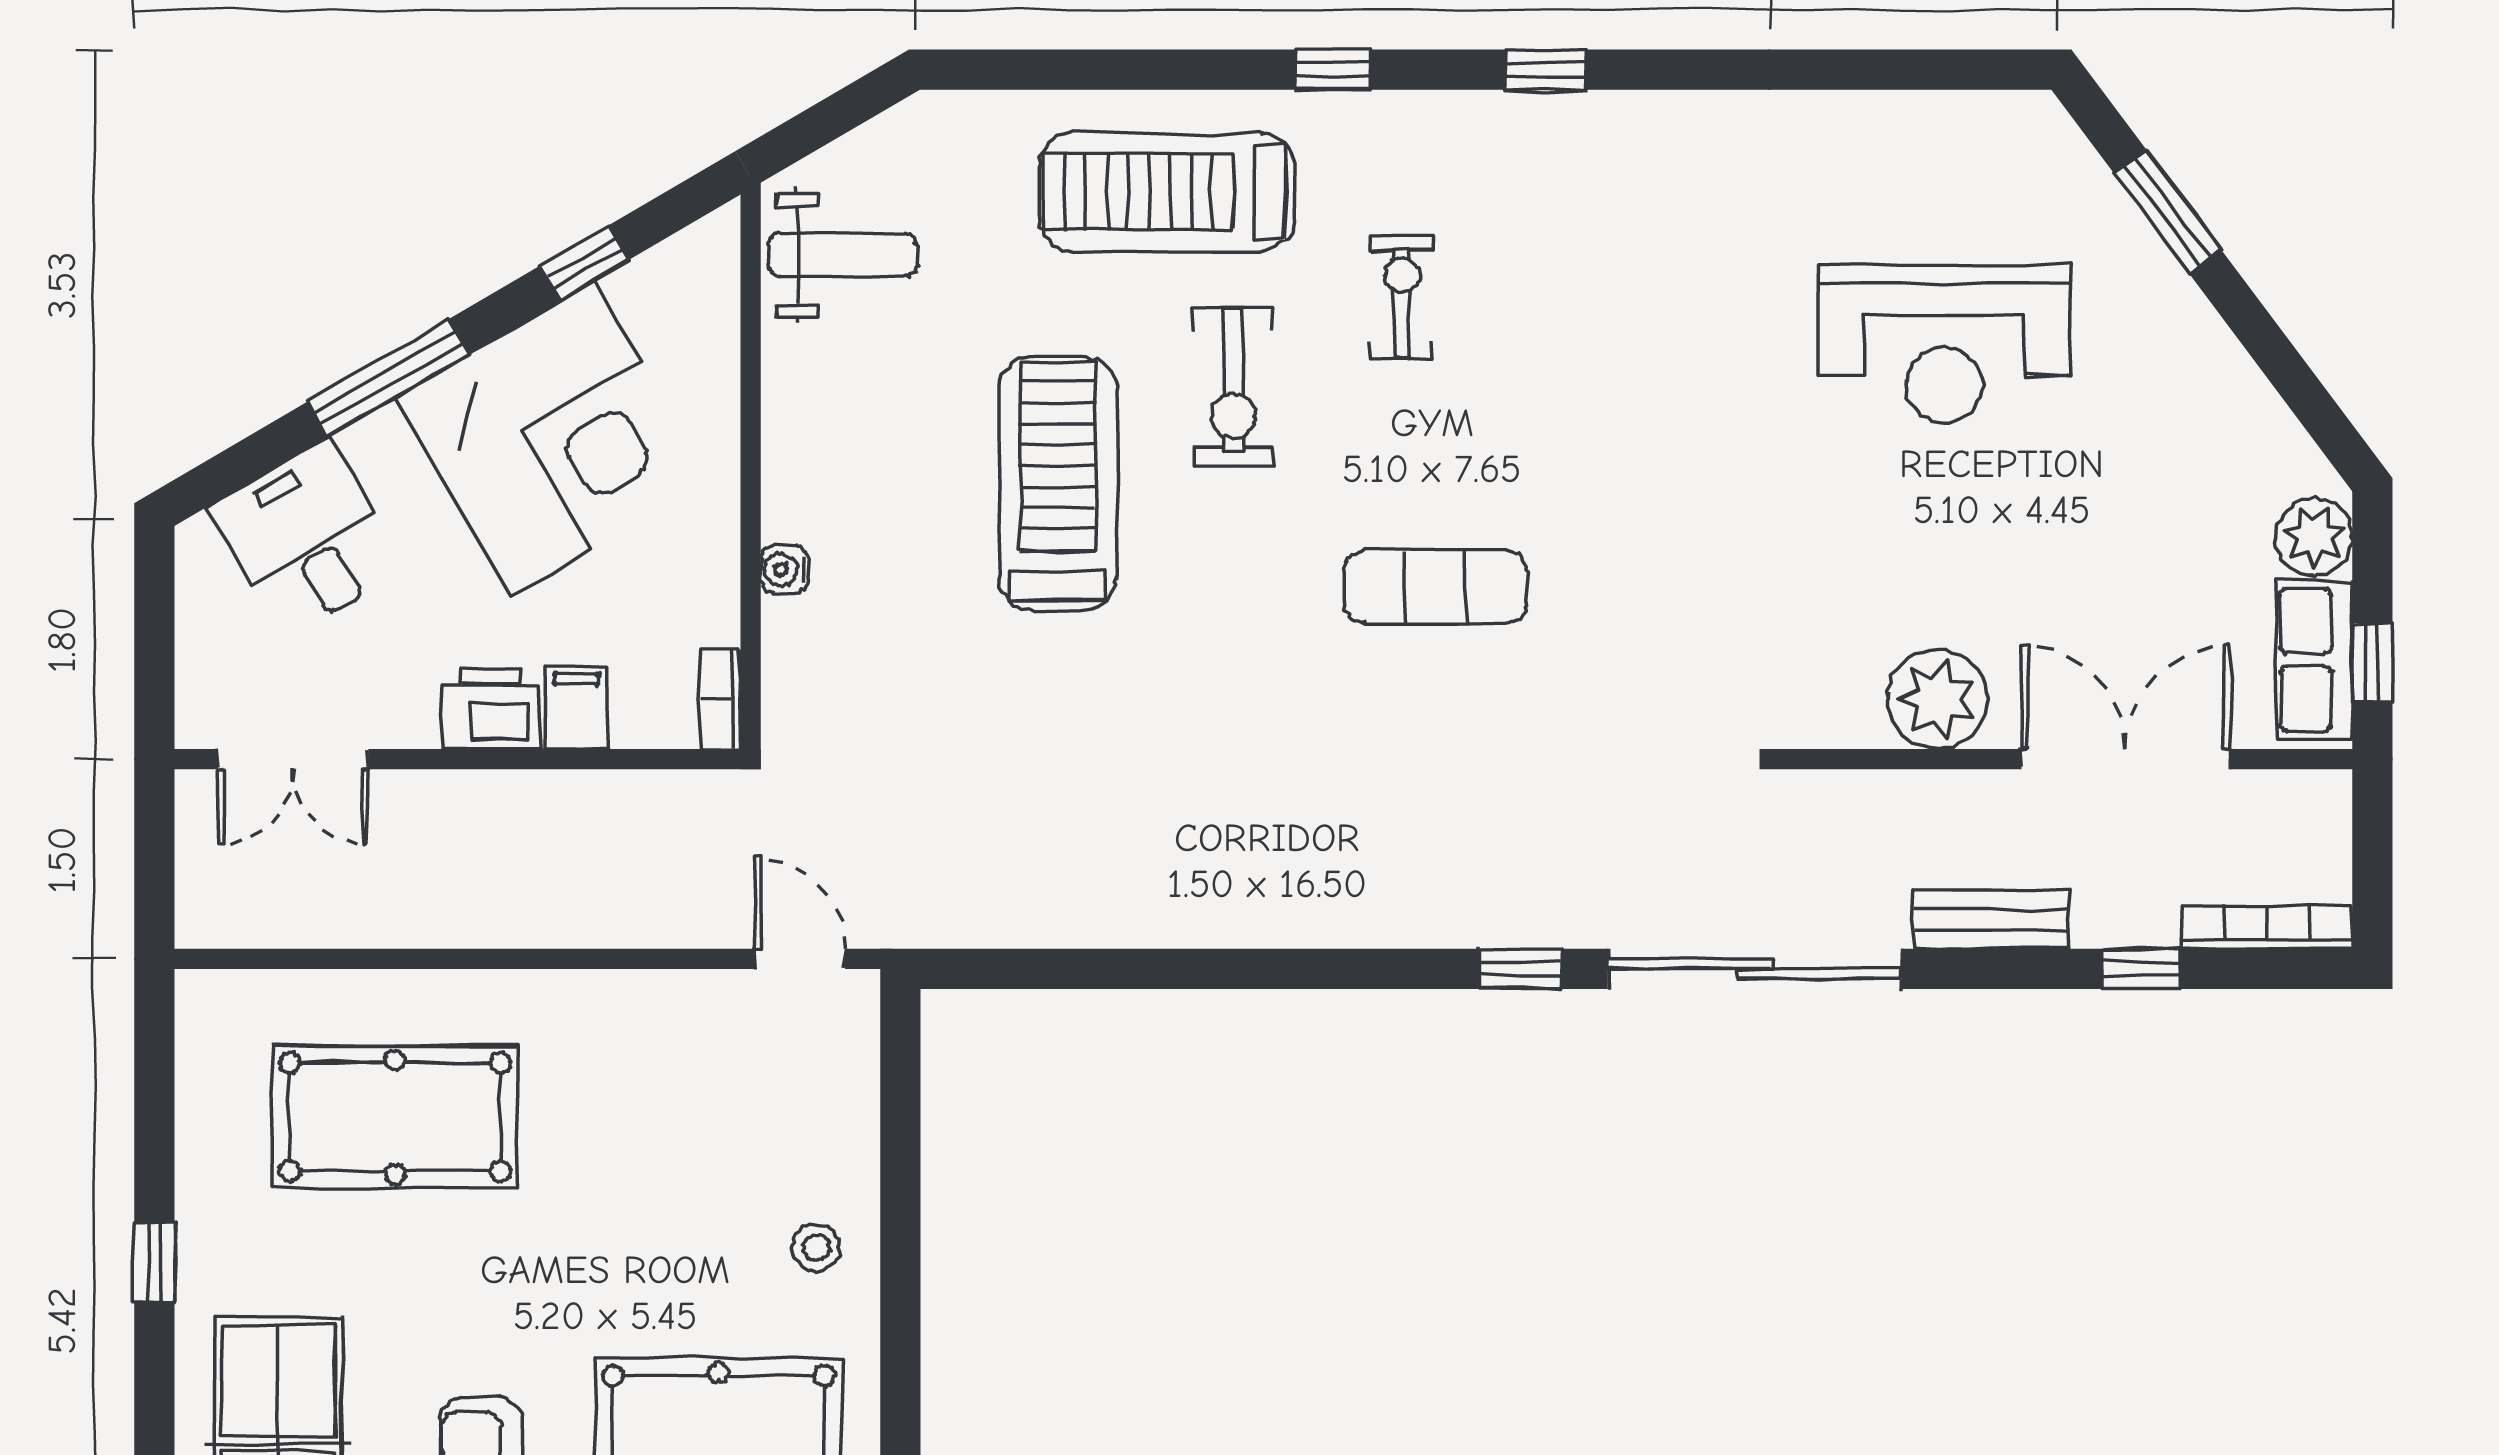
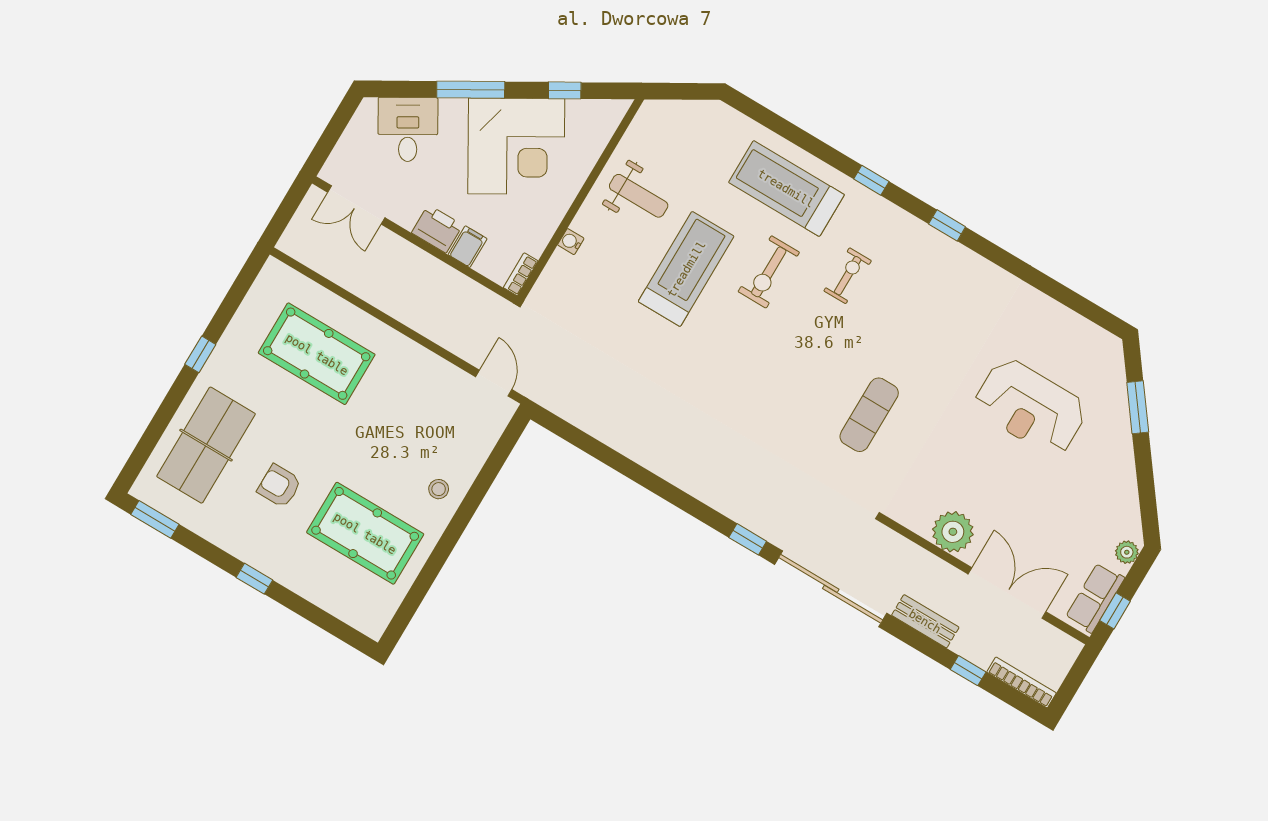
weight bench: (843, 255) -> (639, 196), moved
plant: (2314, 537) -> (1127, 552), width x0.73, depth x0.73
exercise mat: (1435, 587) -> (869, 415), moved, turned 90

